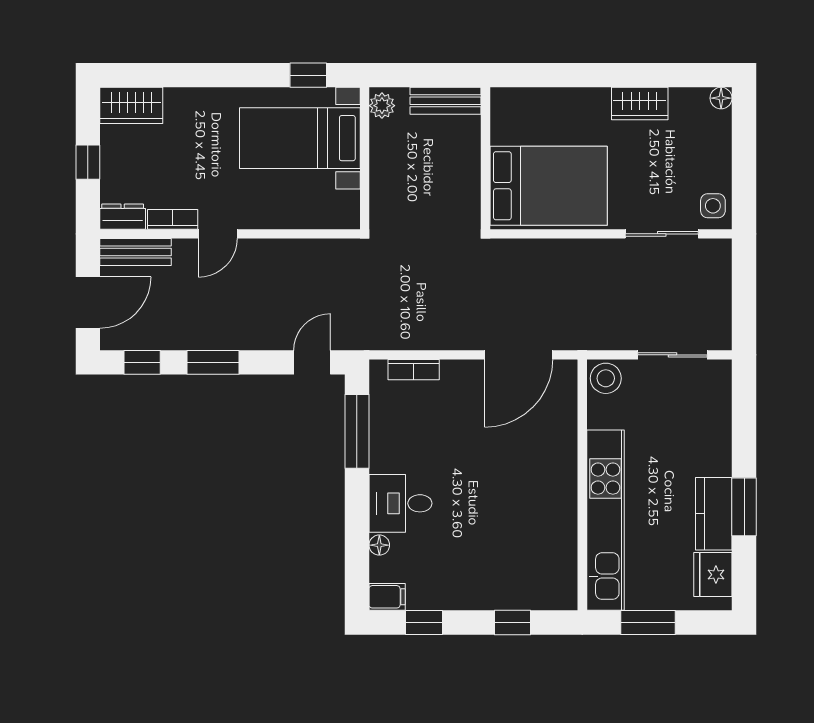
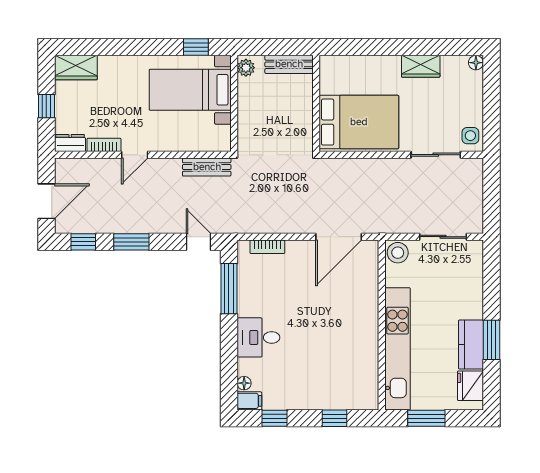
bench: (136, 252) -> (207, 167), moved
door: (312, 362) -> (199, 242), hinge flipped
floor lamp: (379, 545) -> (244, 383), moved

